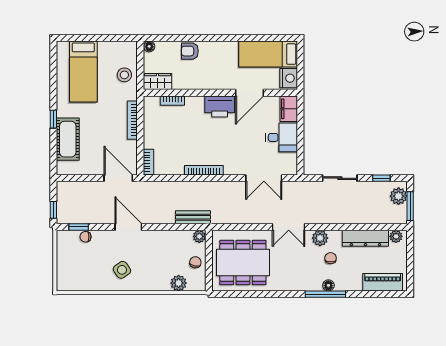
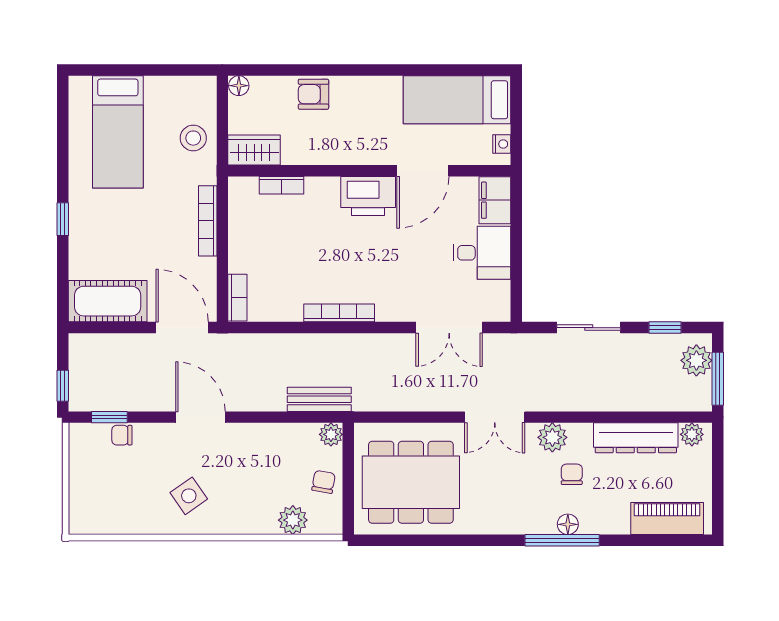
nightstand: (289, 78) -> (502, 144), width x0.53, depth x0.56
cot: (68, 139) -> (108, 301), moved, turned 90

